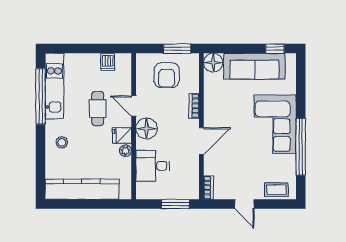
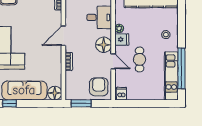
dishwasher: (108, 62) -> (121, 94), moved
armchair: (167, 75) -> (99, 87), moved

